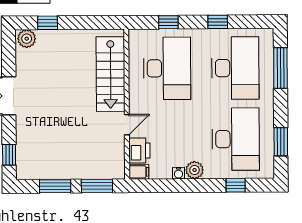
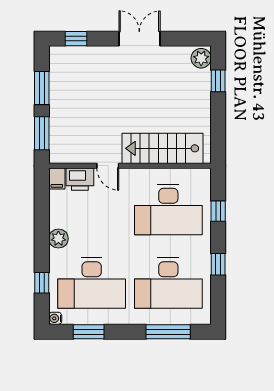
water cooler: (178, 173) -> (55, 318), moved

